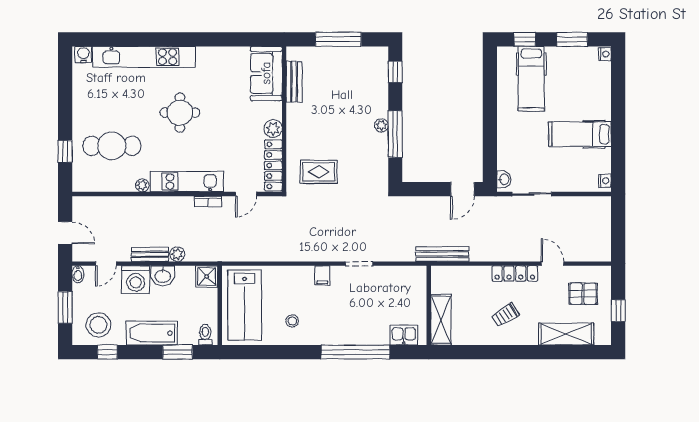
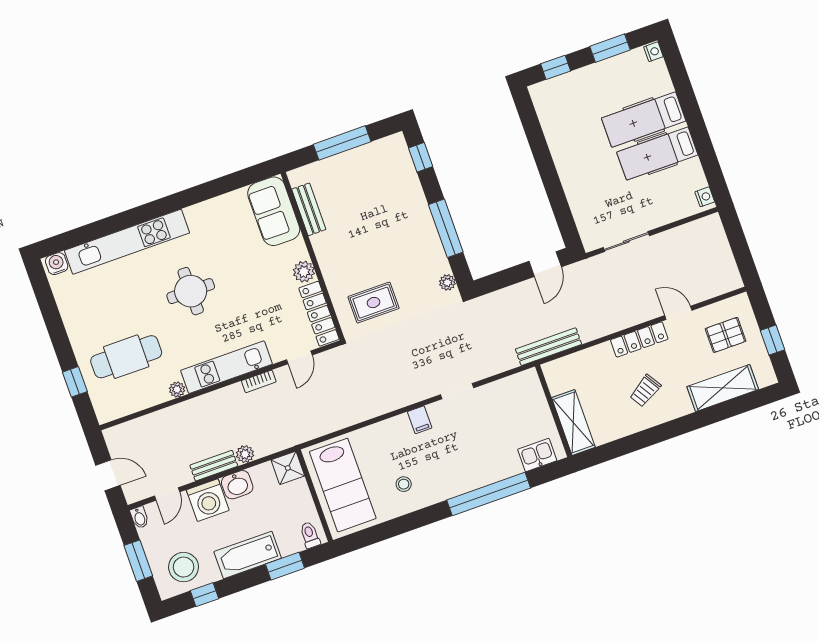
hospital bed: (531, 79) -> (644, 120), moved, turned 90
plant: (382, 125) -> (447, 282), moved
washbasin: (504, 179) -> (589, 236), removed

